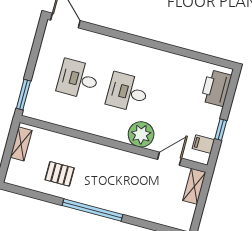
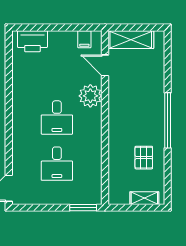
window: (221, 130) -> (68, 27), removed
shelving: (21, 144) -> (144, 198), moved
shelving: (194, 186) -> (131, 40), width x1.50, depth x1.33

